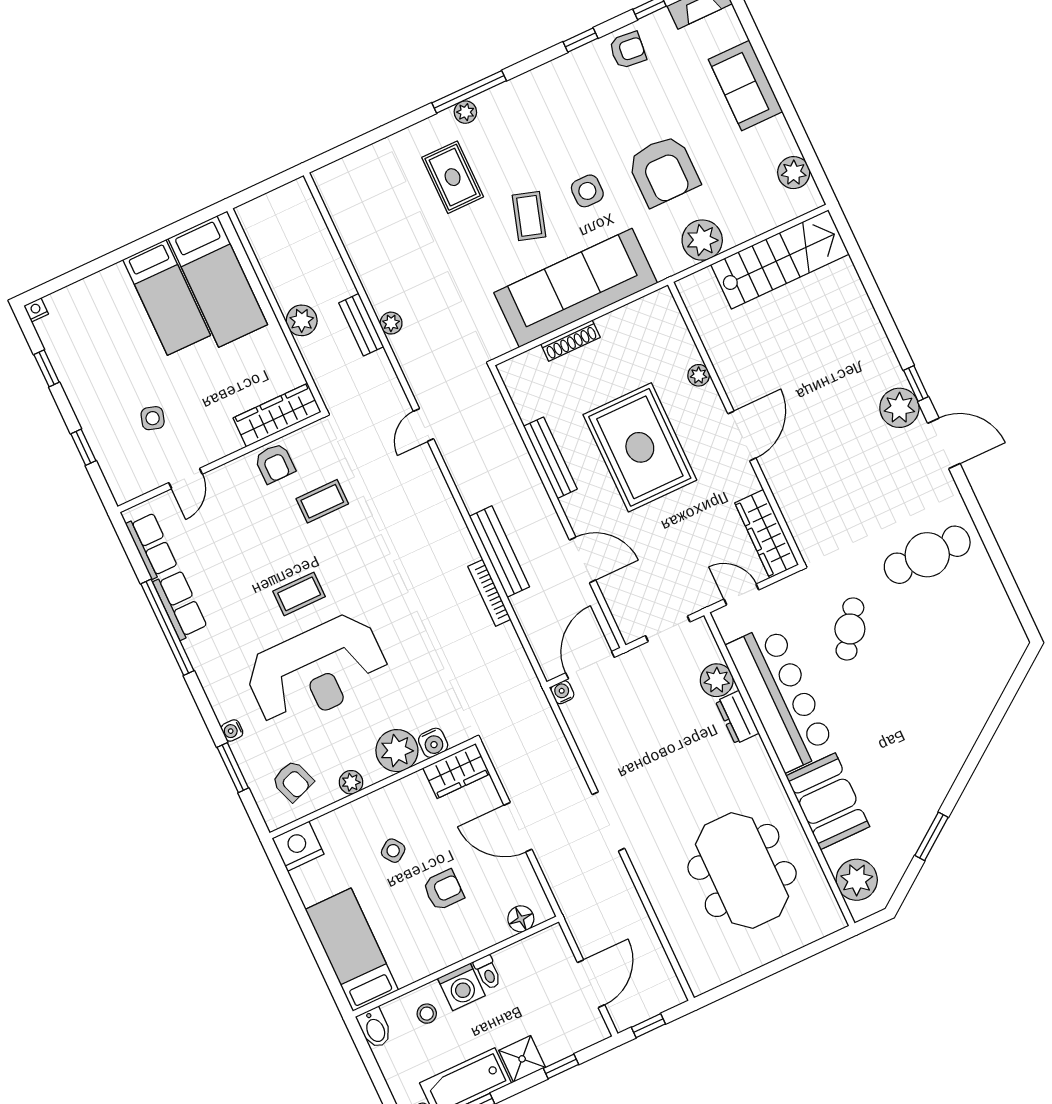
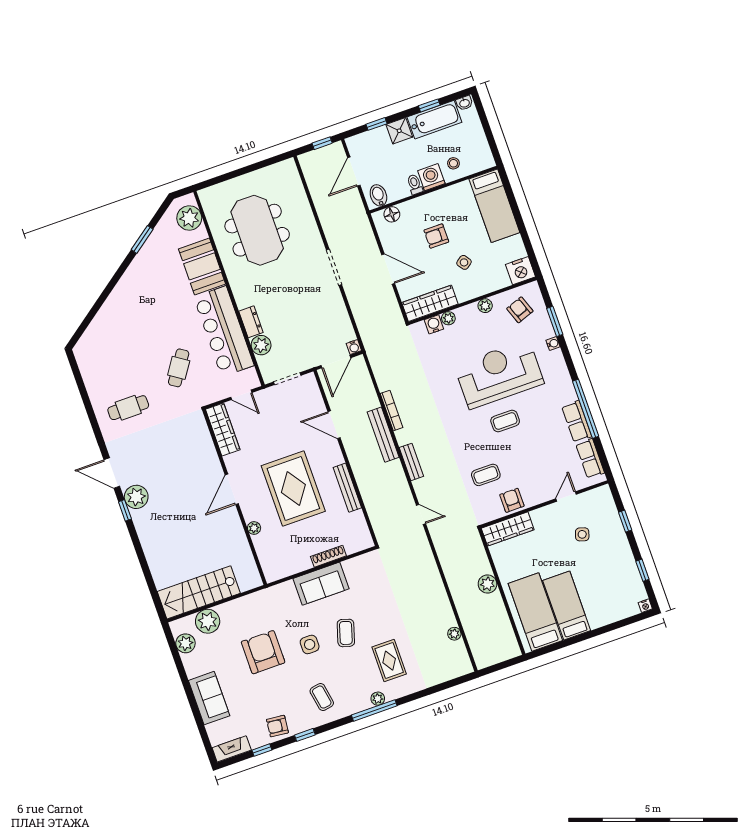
coffee table: (559, 106) -> (322, 697), added
plant: (702, 240) -> (208, 621), moved
sofa: (576, 288) -> (321, 584), width x0.54, depth x0.79
plant: (391, 323) -> (454, 634), moved
bench: (361, 325) -> (411, 462), moved
door: (423, 425) -> (421, 514), hinge flipped
cafe table: (927, 555) -> (128, 408), width x0.73, depth x0.74
plant: (397, 751) -> (448, 318), width x0.53, depth x0.53
wardrobe: (456, 771) -> (430, 303), width x1.50
bidet: (375, 1028) -> (378, 195), moved

